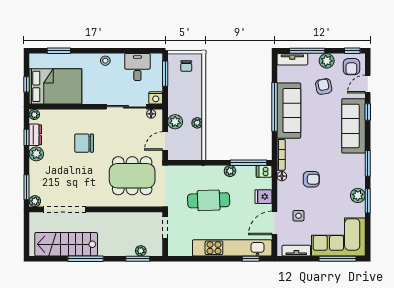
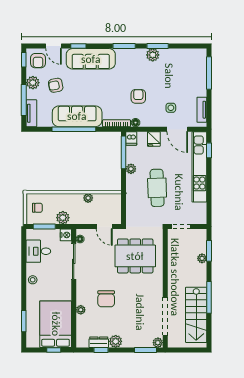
armchair: (351, 67) -> (38, 61), turned 90
plant: (34, 115) -> (81, 310), moved
plant: (175, 122) -> (63, 218), moved
dining table: (132, 176) -> (135, 256), turned 90
corner sofa: (338, 237) -> (190, 72), removed
plant: (141, 251) -> (202, 258), moved

